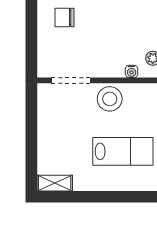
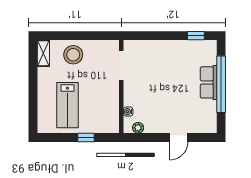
chair: (64, 17) -> (169, 61), removed
stool: (110, 99) -> (73, 55), moved

